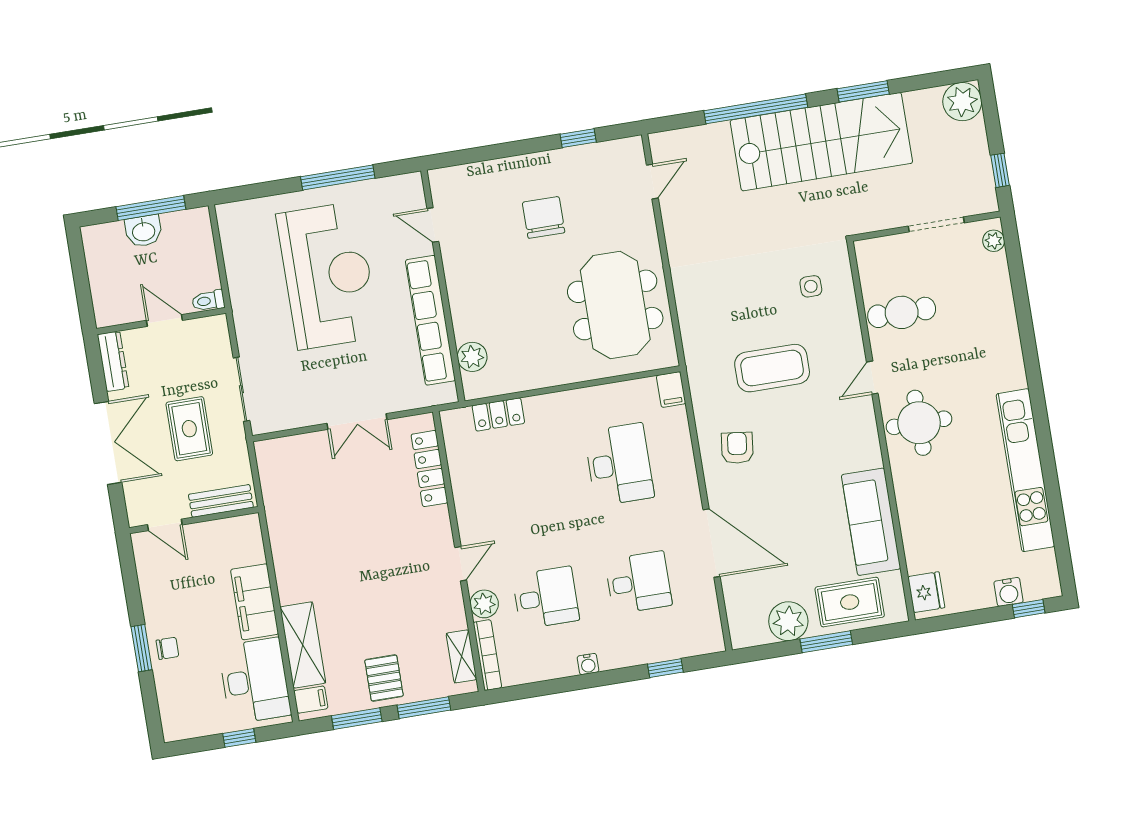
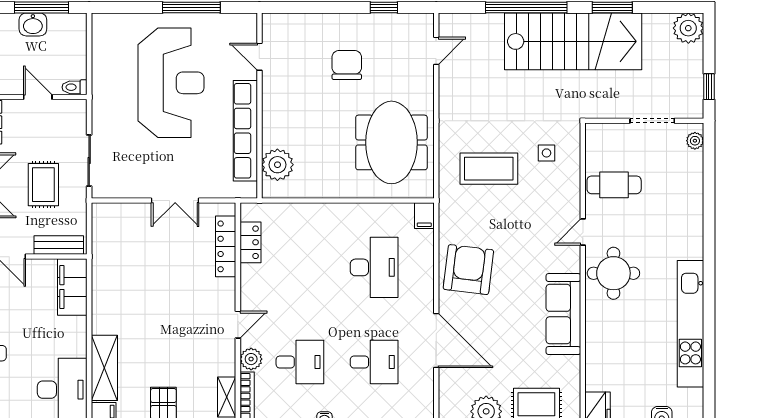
plant: (472, 357) -> (277, 165), width x1.36, depth x1.36
coffee table: (772, 368) -> (489, 169), moved
locker: (498, 414) -> (250, 242), moved, turned -90
armchair: (737, 448) -> (468, 270), width x1.88, depth x1.88
sofa: (871, 522) -> (563, 314), moved
filing cabinet: (255, 602) -> (72, 287), moved

